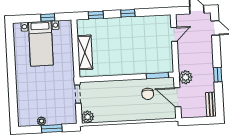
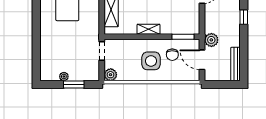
shelving: (123, 70) -> (149, 29), added
window: (218, 75) -> (244, 17), moved
side table: (127, 101) -> (151, 61), added
bench: (211, 104) -> (235, 64), width x1.36

